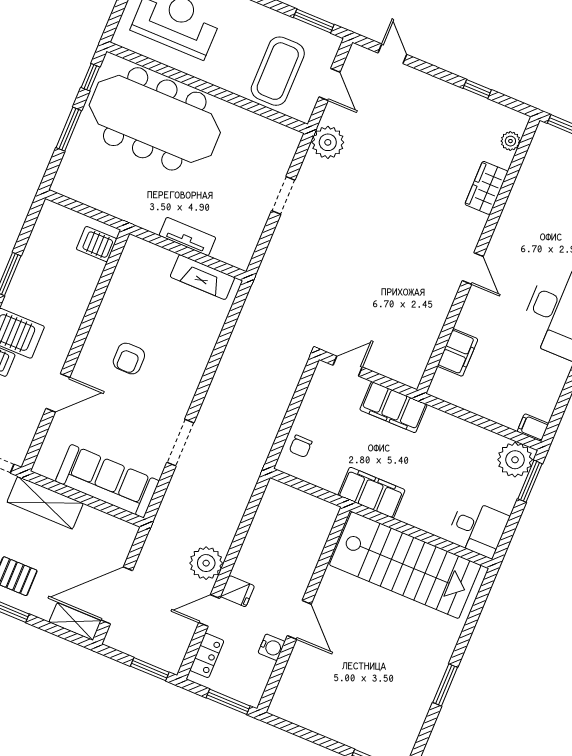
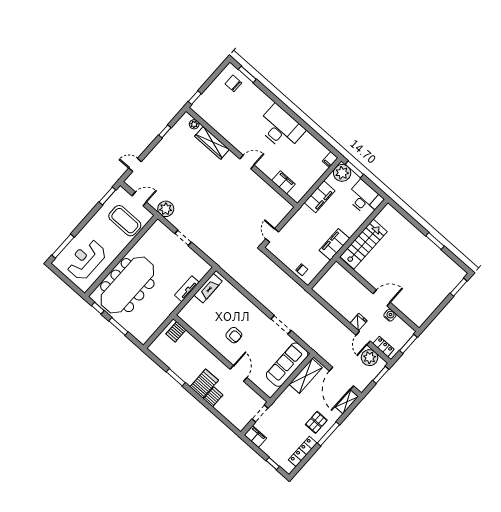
wardrobe: (486, 188) -> (212, 143), width x1.50
filing cabinet: (393, 407) -> (320, 197), moved
shelving: (45, 503) -> (306, 376), moved
desk: (478, 528) -> (365, 198), width x1.37
plant: (206, 563) -> (370, 358), moved
stairs: (405, 565) -> (364, 244), width x0.73, depth x0.66

